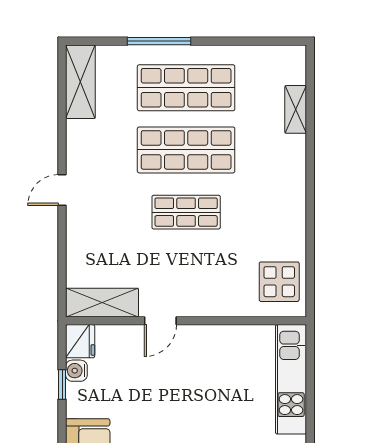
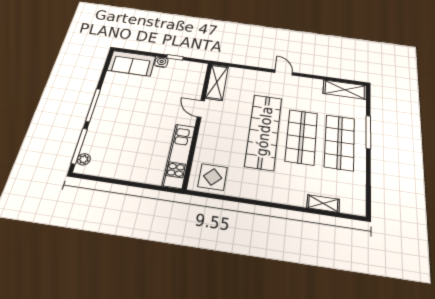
shop shelf: (186, 212) -> (264, 131), width x2.00, depth x1.36
fridge: (80, 341) -> (197, 69), removed
water cooler: (76, 371) -> (161, 62), moved
kitchen unit: (291, 379) -> (179, 155), moved, turned -90

